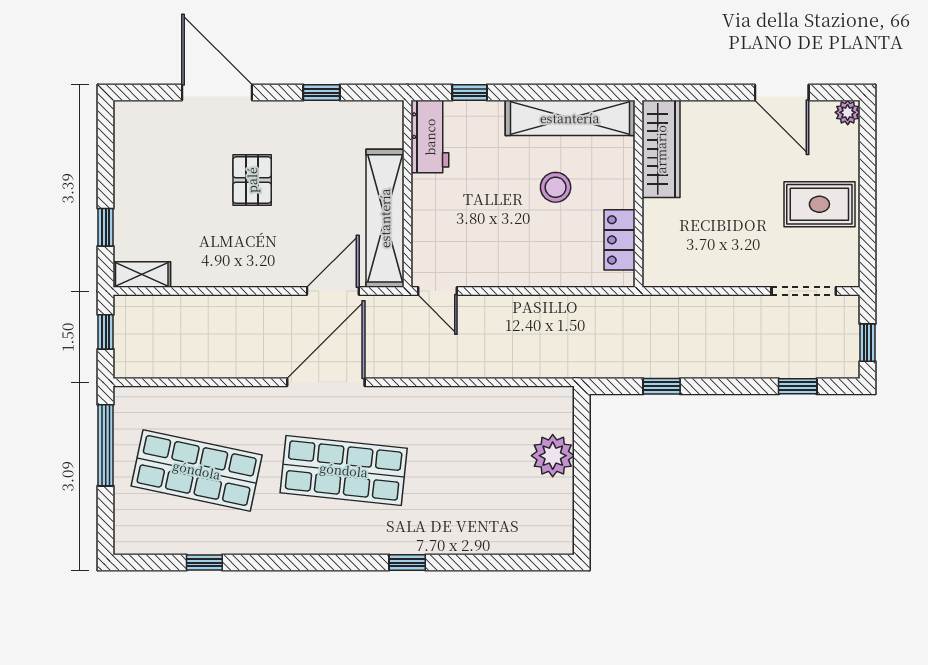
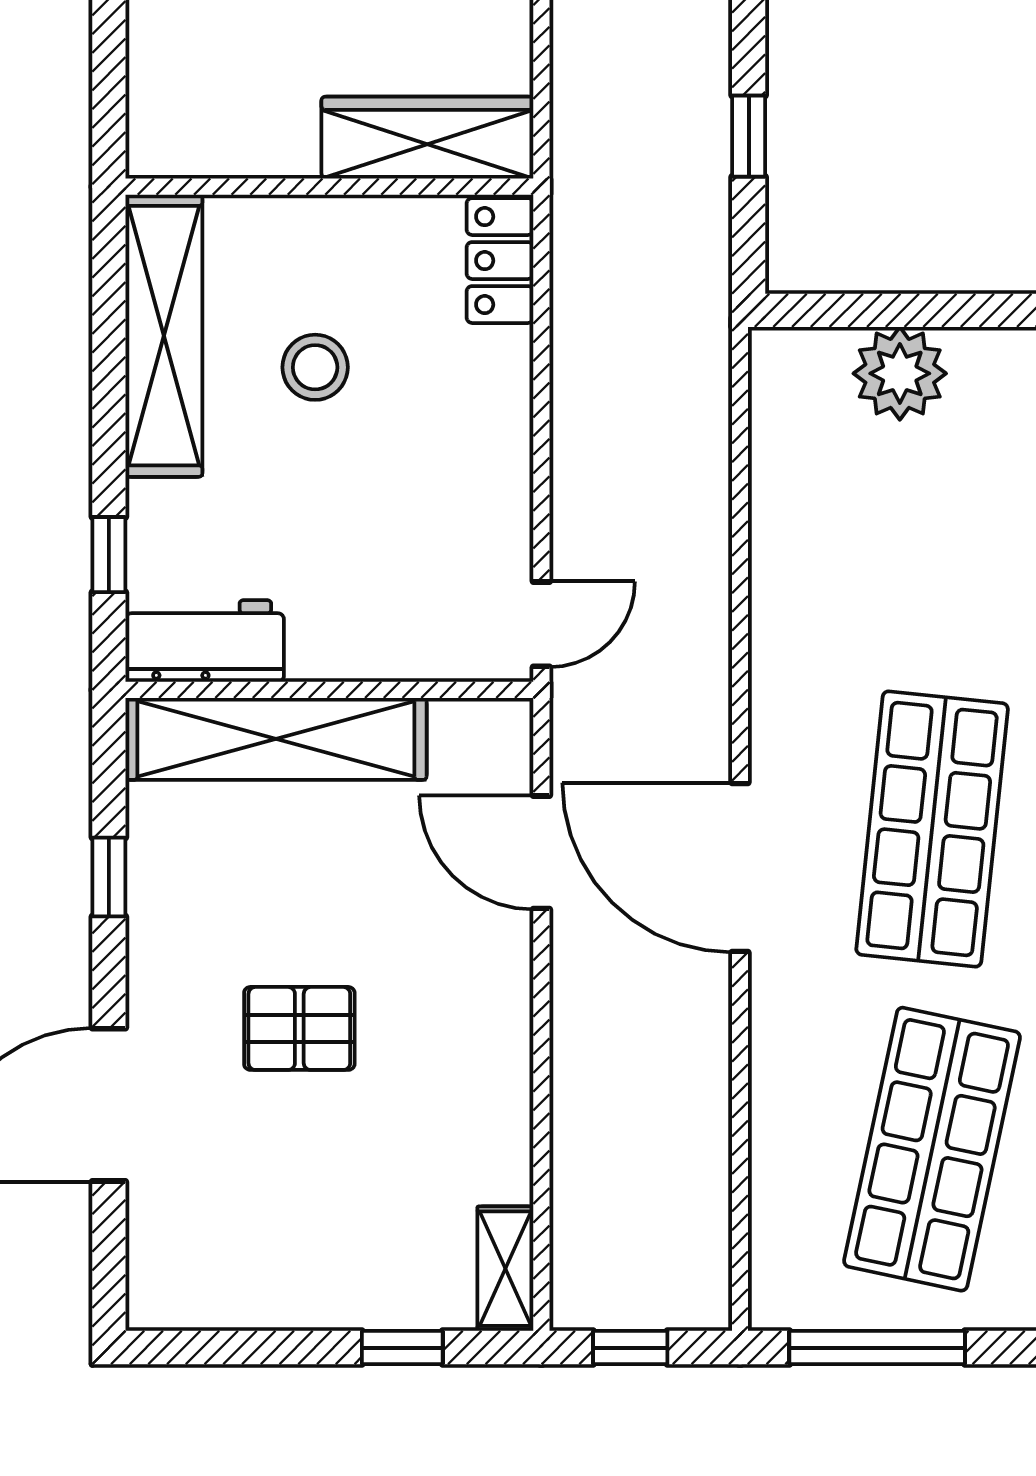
wardrobe: (661, 149) -> (427, 138), moved
shelving: (385, 218) -> (276, 739), moved
locker: (620, 240) -> (500, 261), moved, turned 90

